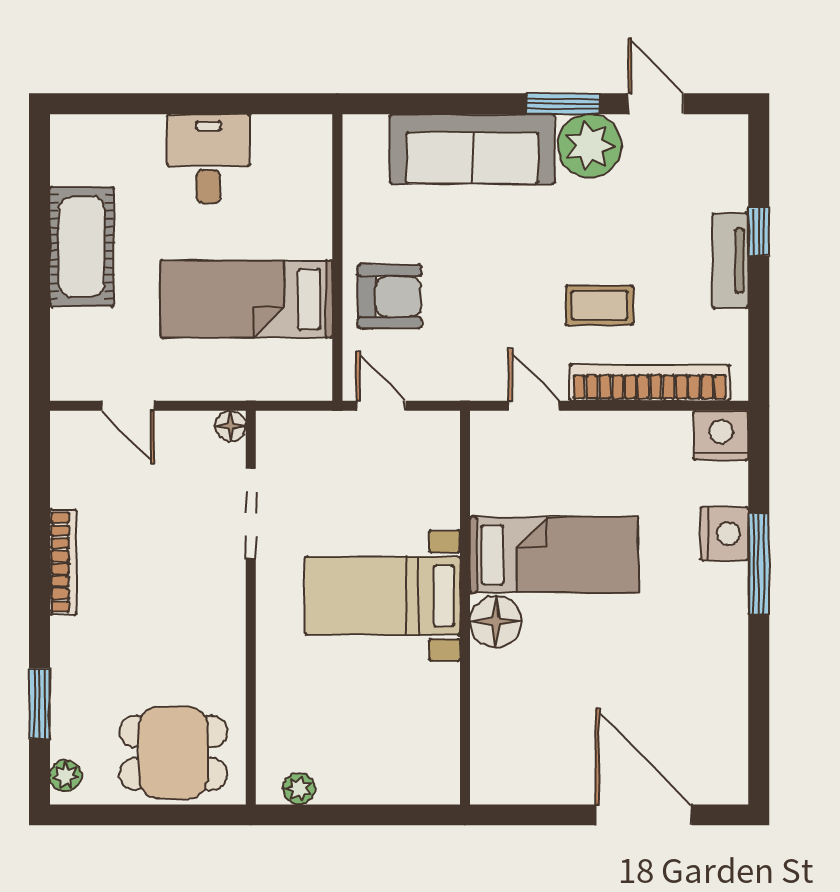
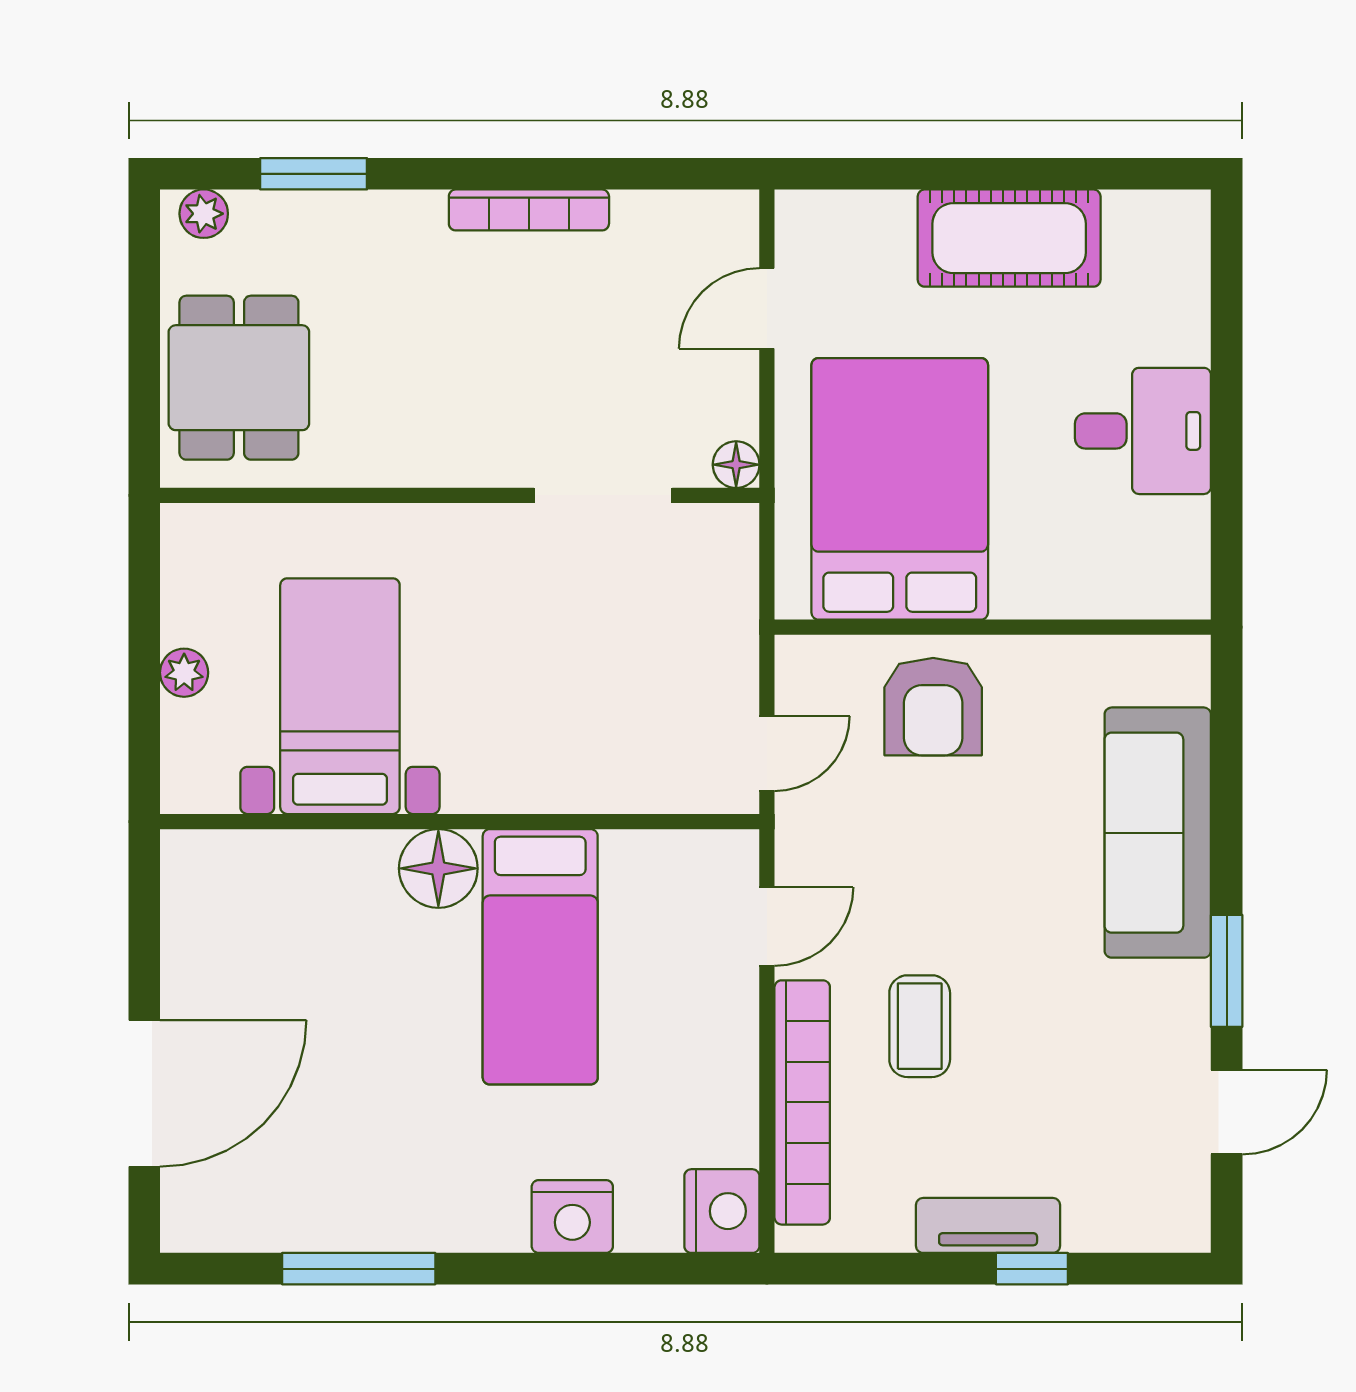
plant: (590, 146) -> (1163, 1011), removed
bed: (246, 299) -> (900, 489), width x1.50
door: (381, 406) -> (767, 754), moved
window: (759, 564) -> (359, 1269), moved
bed with nightstands: (383, 596) -> (340, 696), moved
plant: (299, 789) -> (184, 673), moved

